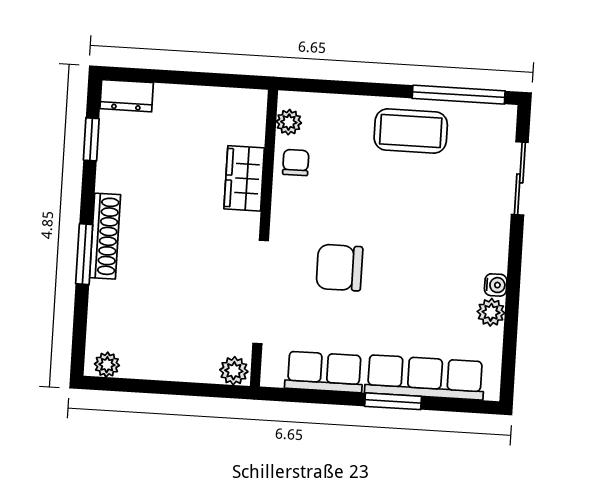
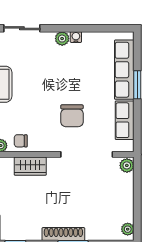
plant: (491, 312) -> (62, 39), moved

